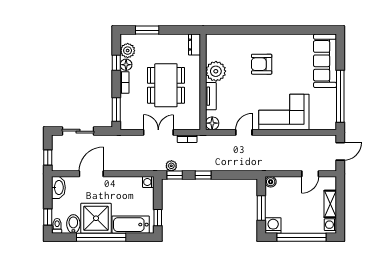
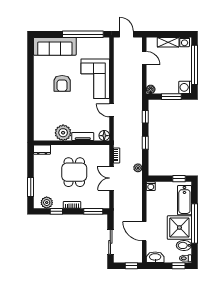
armchair: (262, 64) -> (62, 83), moved
floor lamp: (126, 65) -> (58, 204), removed
dining table: (166, 85) -> (74, 172), width x0.73
window: (175, 175) -> (145, 117), moved

